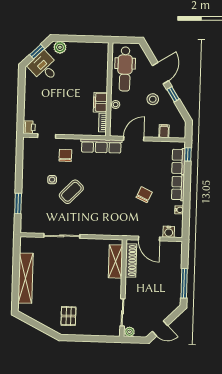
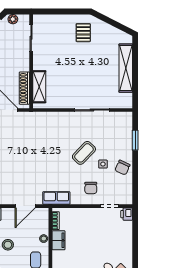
row of seats: (101, 146) -> (56, 198), width x0.68
chair: (144, 195) -> (122, 168), moved
plant: (129, 332) -> (13, 19), moved

